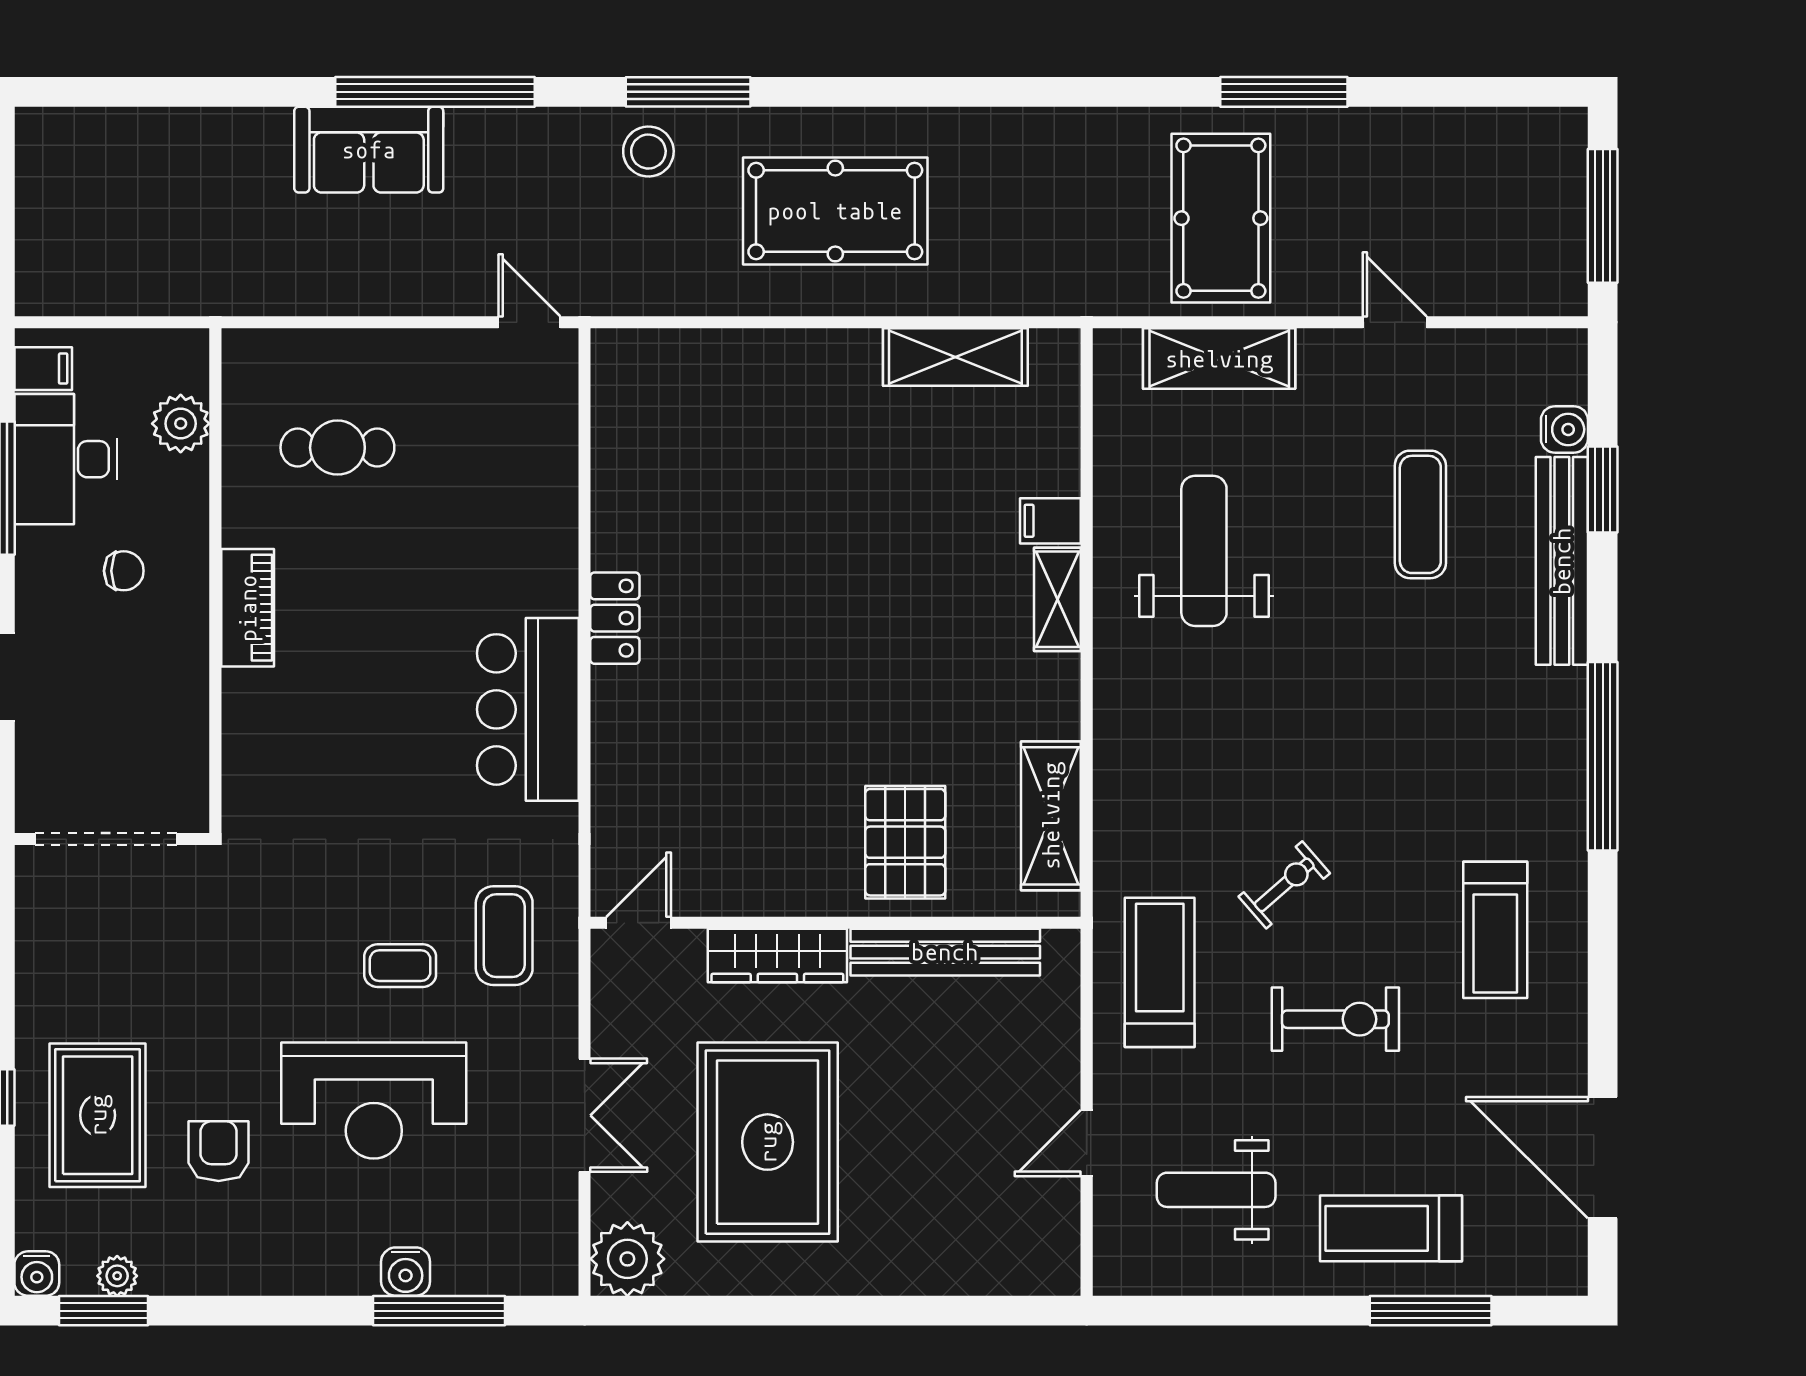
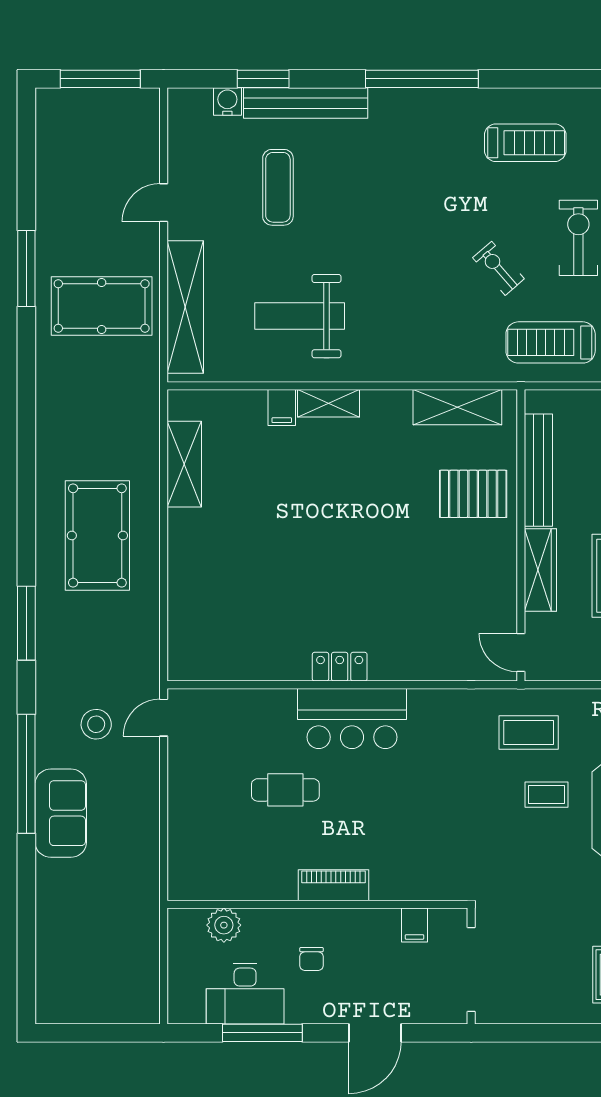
stool: (648, 152) -> (96, 724), moved
shelving: (1219, 359) -> (185, 307), width x1.47
filing cabinet: (43, 369) -> (414, 925), moved, turned 180
cafe table: (337, 448) -> (285, 790), moved, turned 90
exercise mat: (1420, 514) -> (278, 187), turned 90
chair: (124, 571) -> (312, 959), turned 180
bar counter: (528, 709) -> (352, 718), moved
coffee table: (400, 966) -> (547, 795), turned 90

